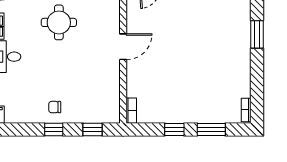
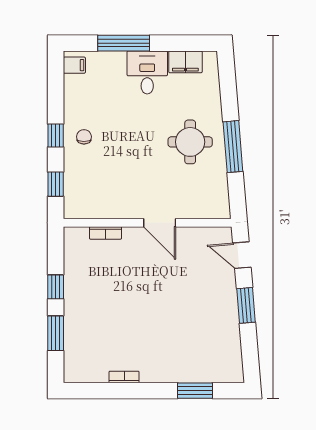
window: (257, 34) -> (195, 391), moved
bookcase: (246, 110) -> (124, 377), moved
bookcase: (131, 111) -> (106, 233), moved

